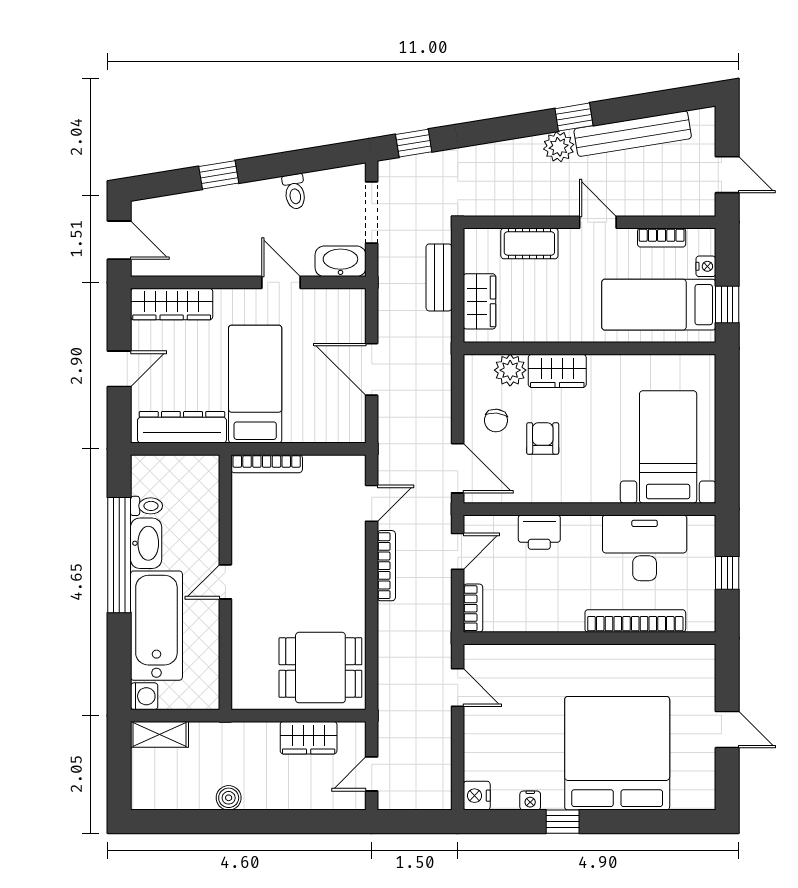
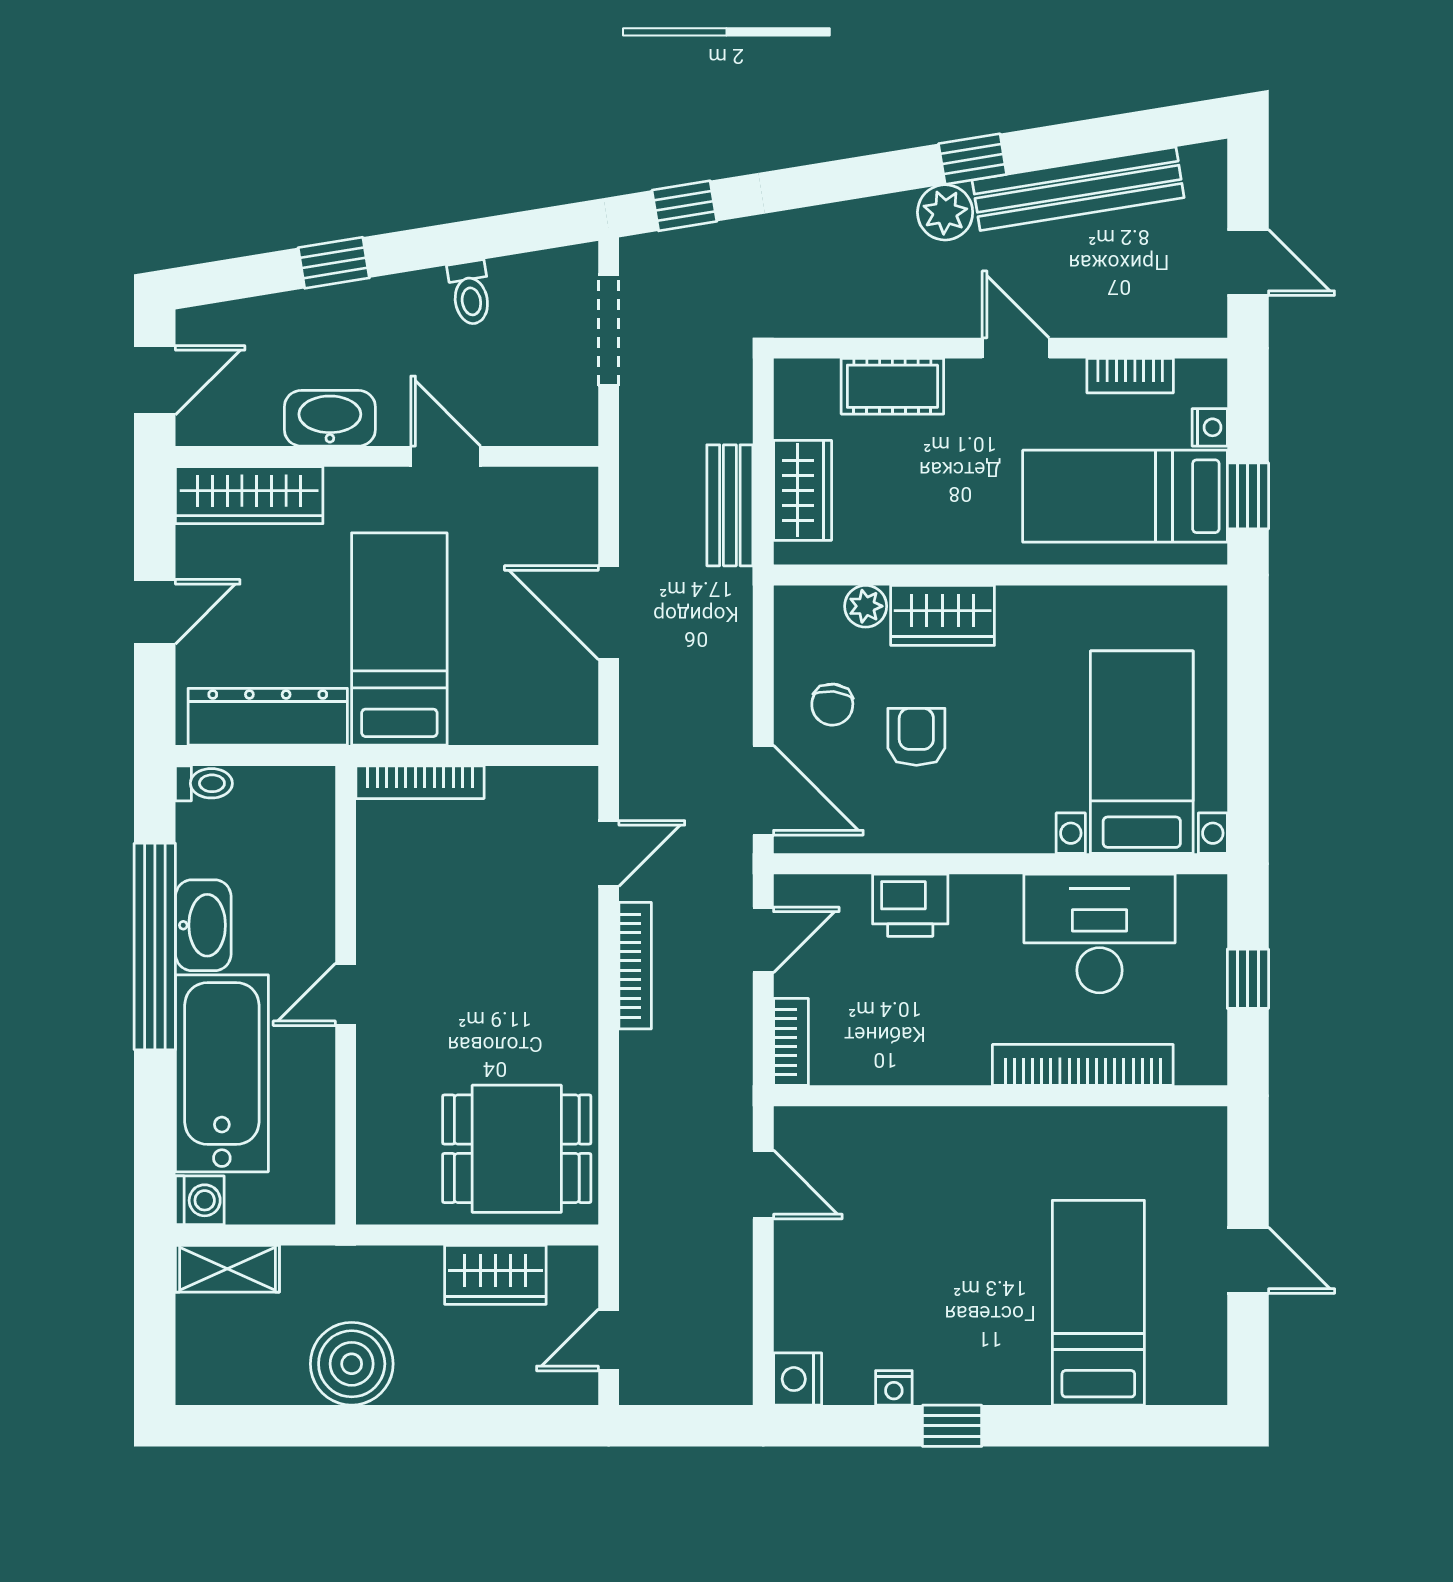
door: (119, 240) -> (155, 380), hinge flipped
washbasin: (340, 261) -> (330, 418), moved
bench: (439, 277) -> (730, 505), moved
plant: (510, 370) -> (866, 606), width x0.73, depth x0.73
toilet: (146, 506) -> (204, 783), moved
bed: (617, 753) -> (1098, 1303), width x0.49
boiler: (229, 798) -> (352, 1364), width x1.86, depth x1.86

